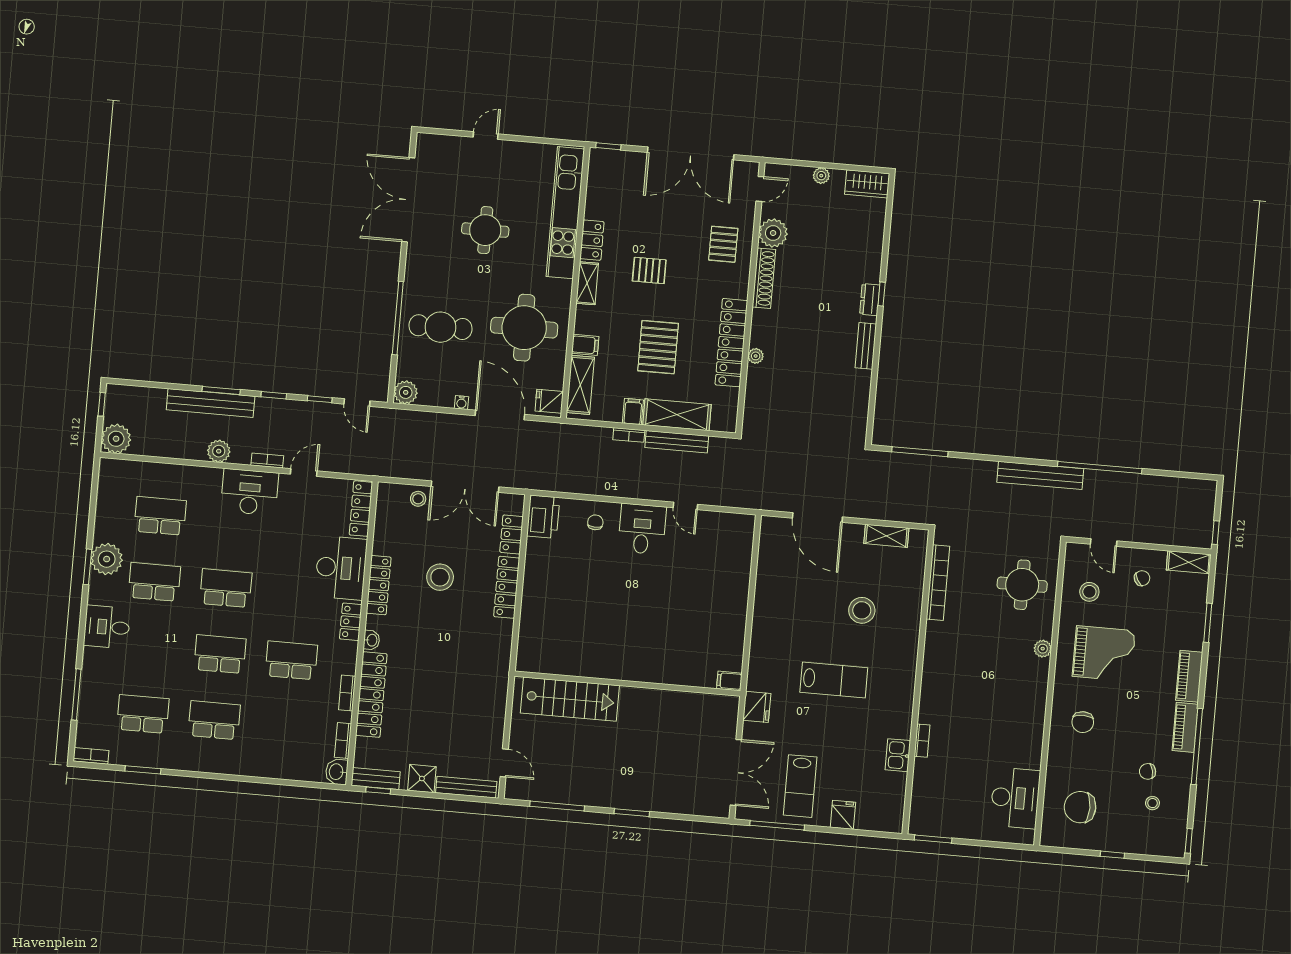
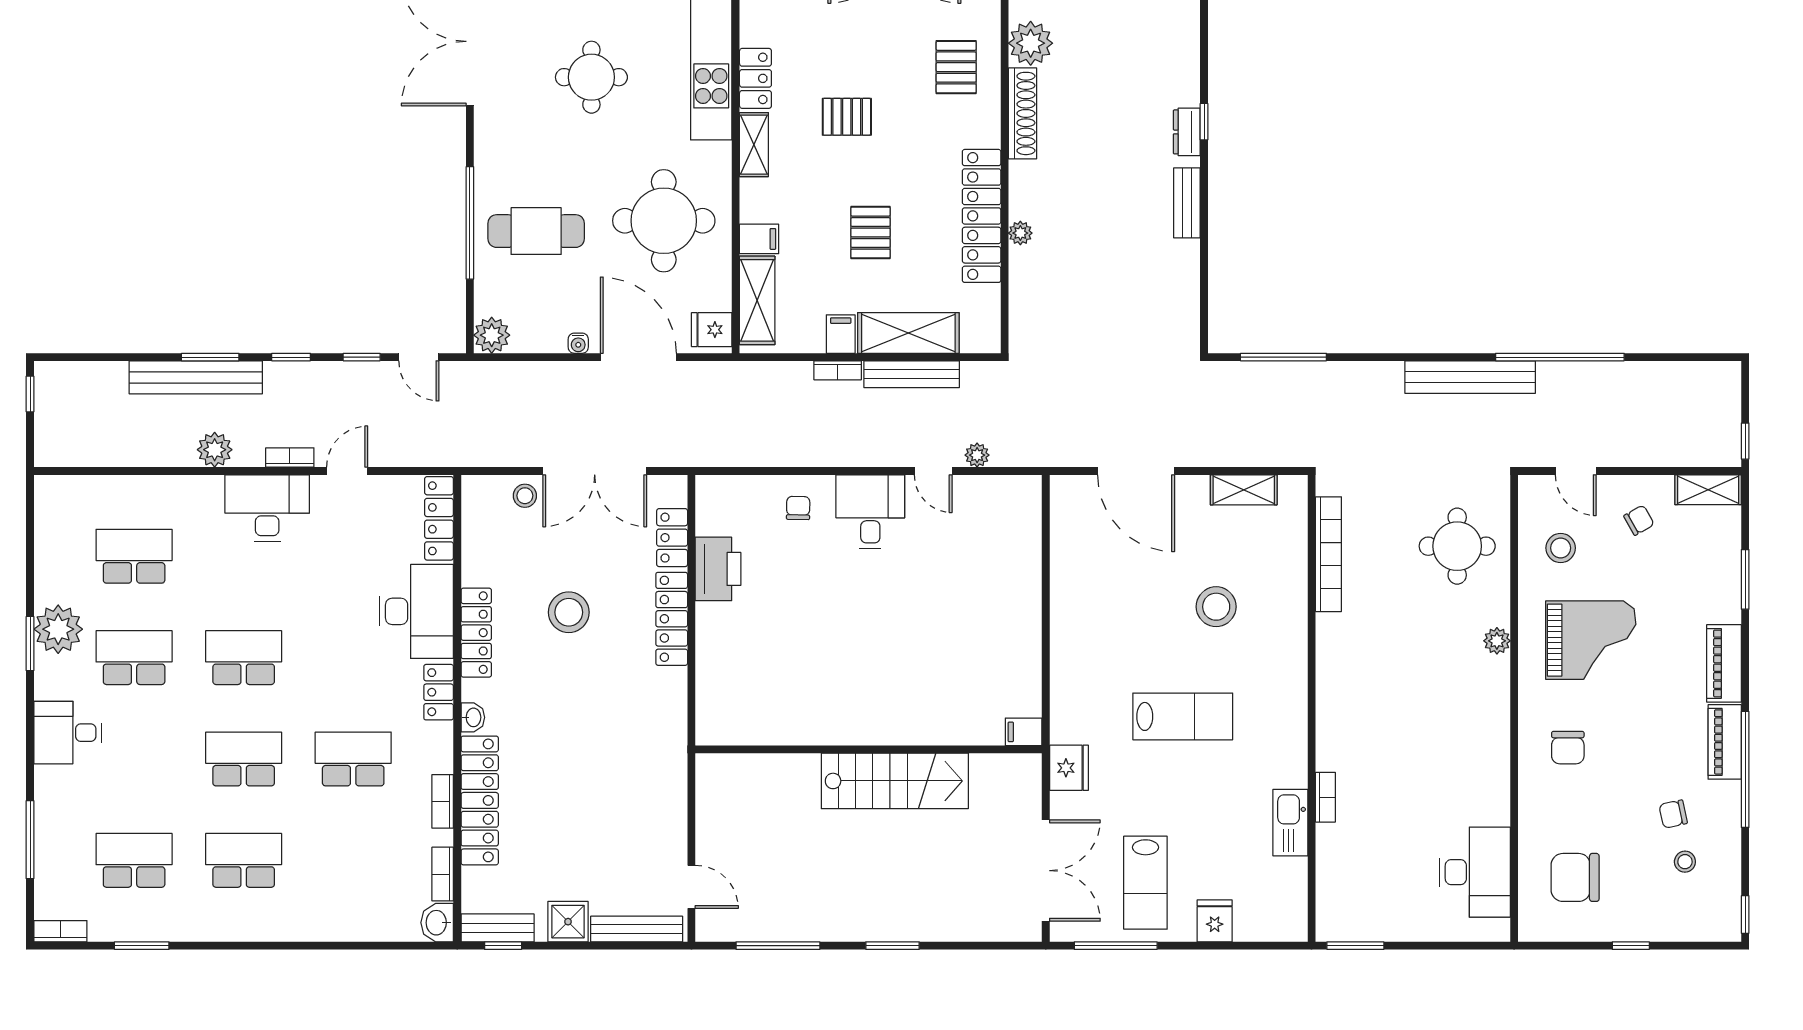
pallet: (658, 347) -> (870, 233), width x0.67, depth x0.71
plant: (116, 439) -> (977, 455), moved, width x0.53, depth x0.53
printer: (543, 517) -> (718, 569), moved
stairs: (570, 699) -> (895, 781), moved
kitchen sink: (898, 755) -> (1290, 823), width x1.38

